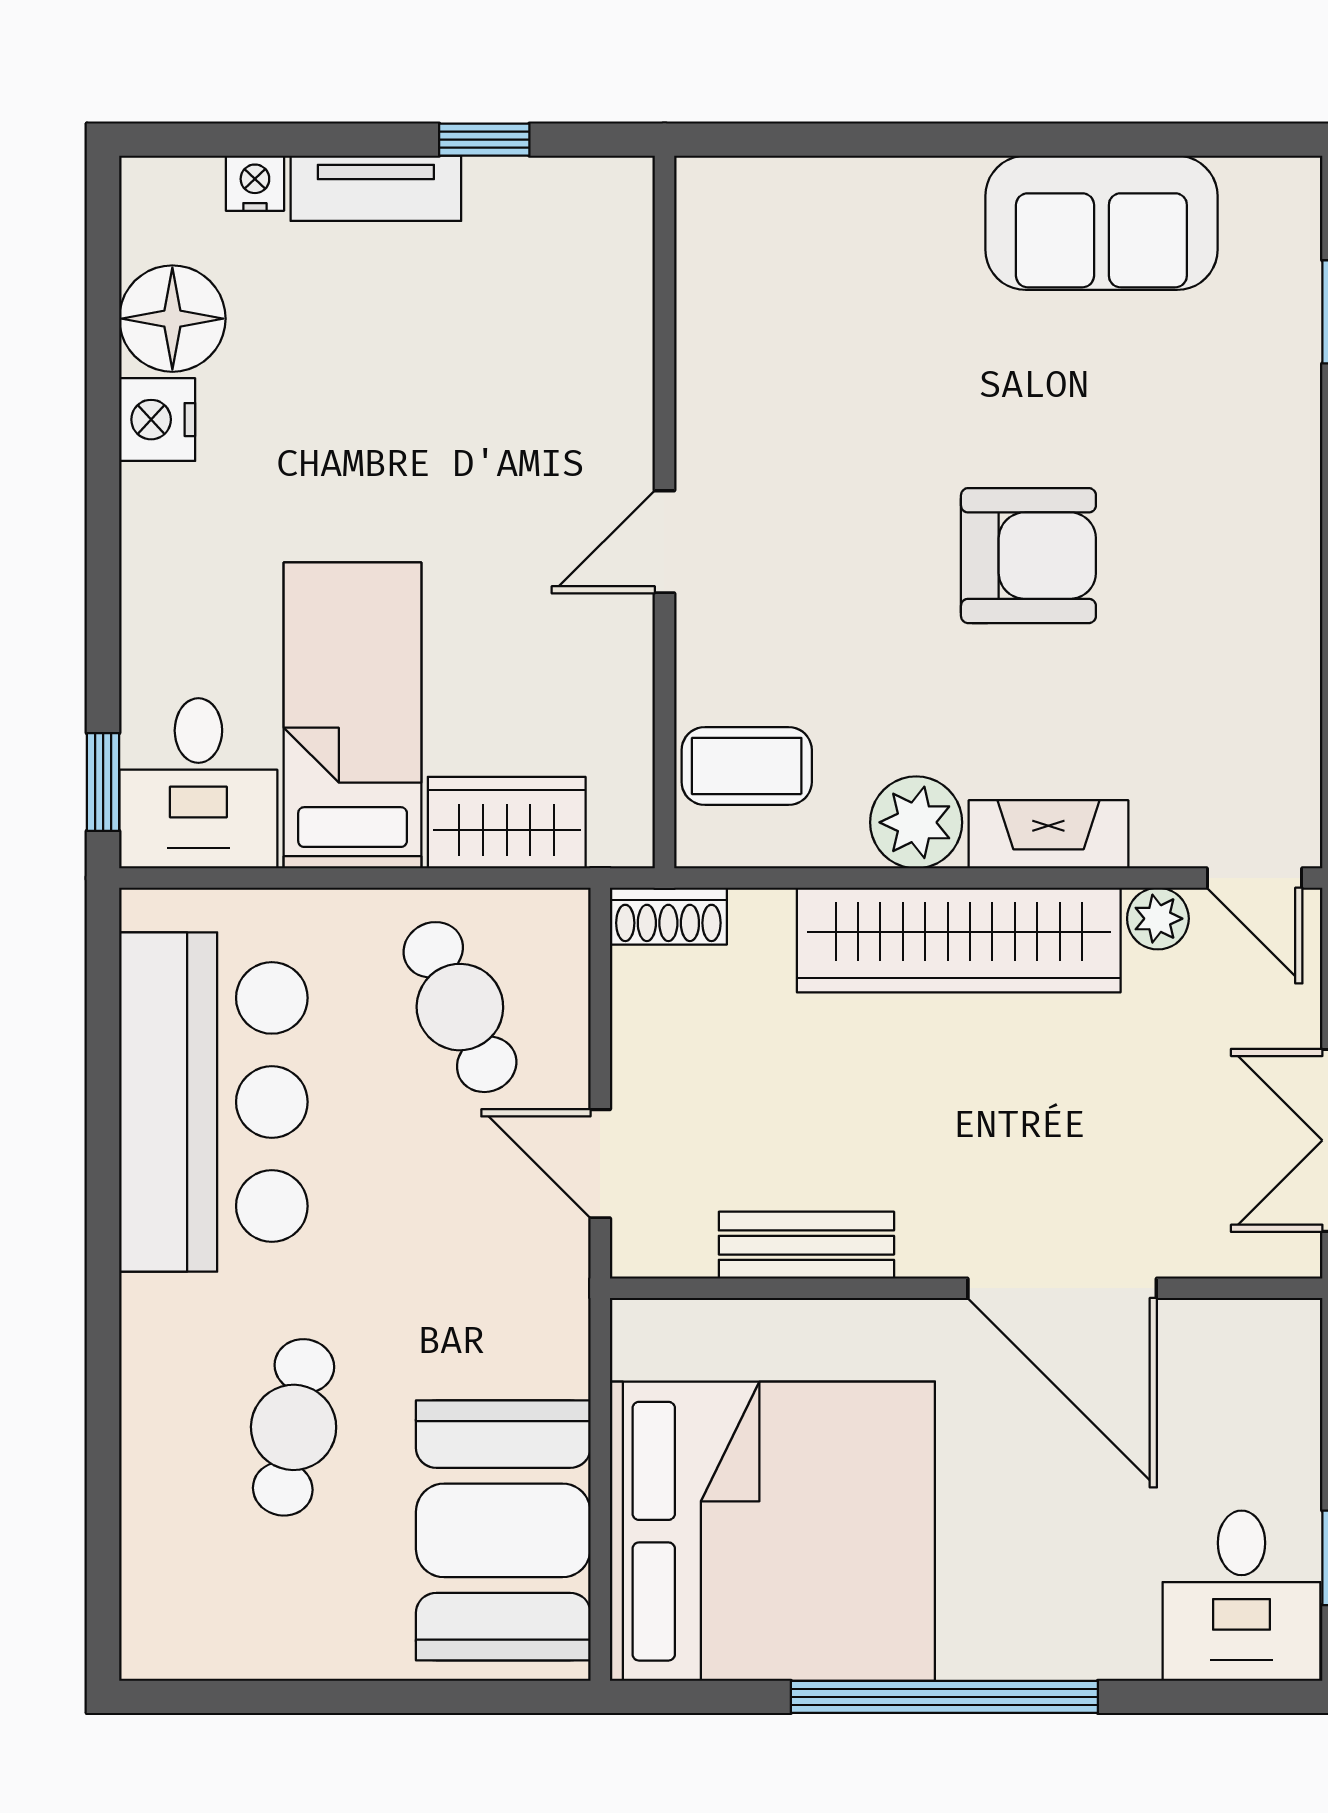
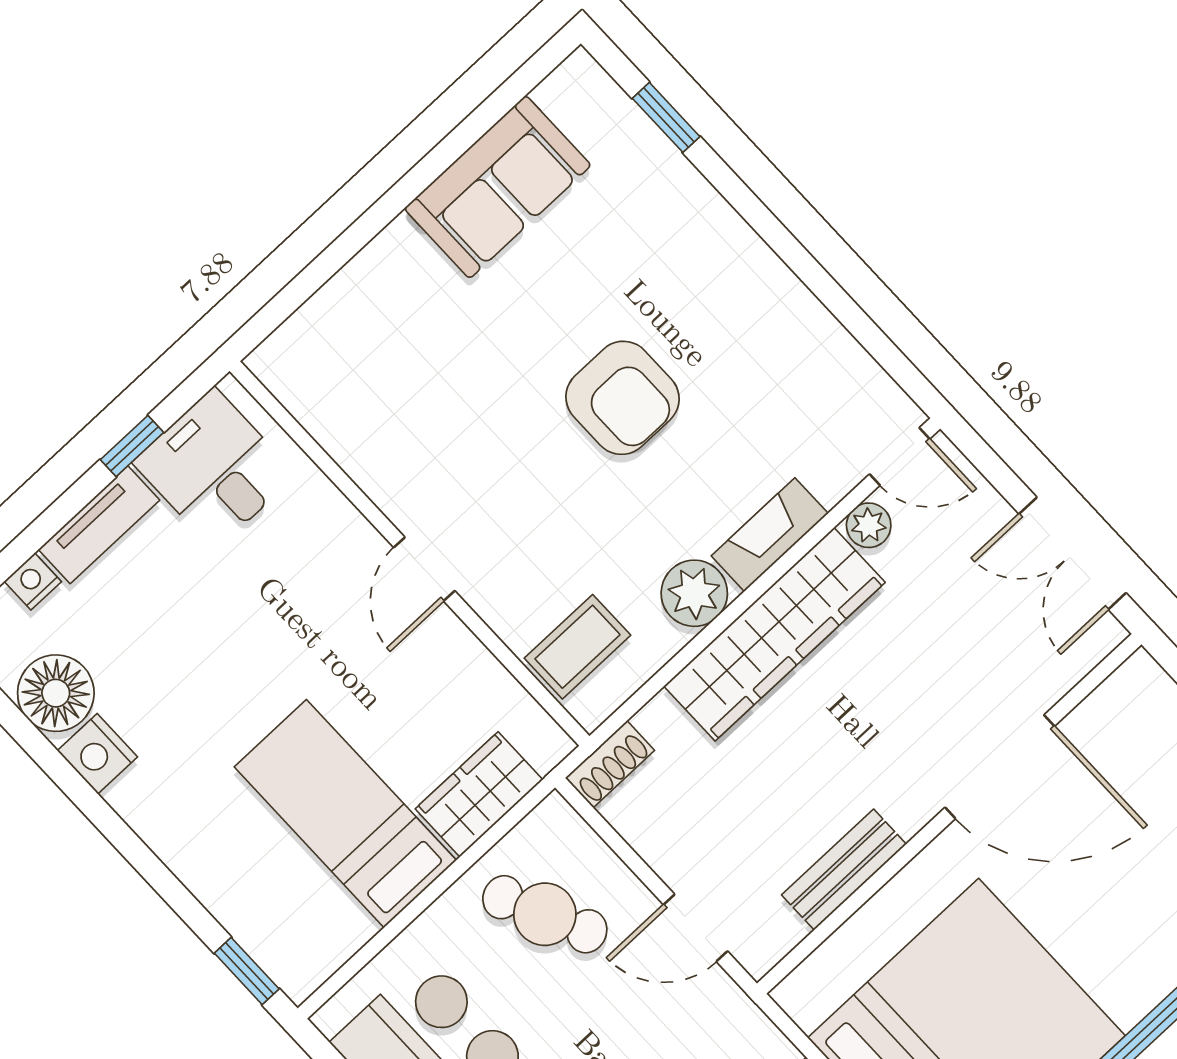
armchair: (1028, 556) -> (622, 398), turned 90
desk: (198, 783) -> (214, 469), moved, turned 180

